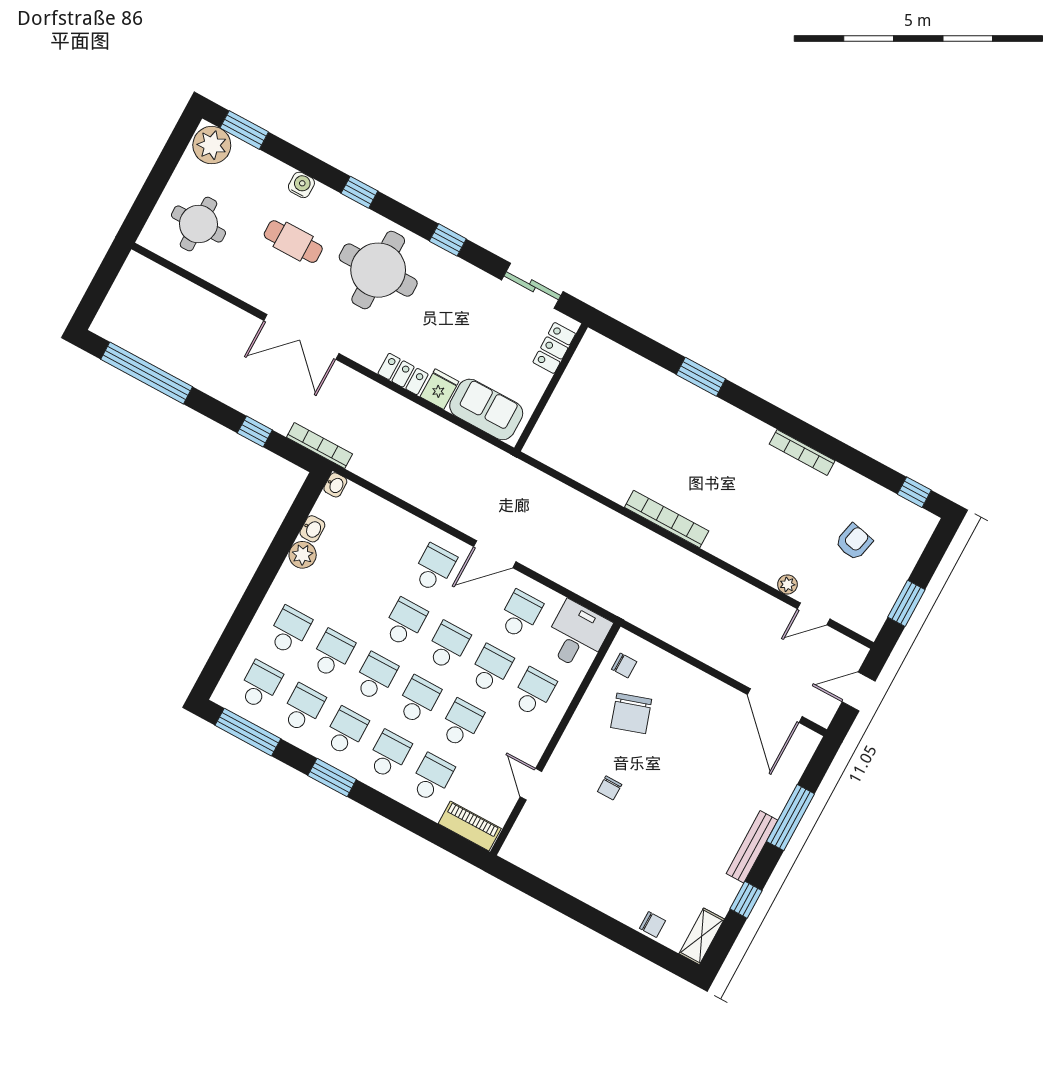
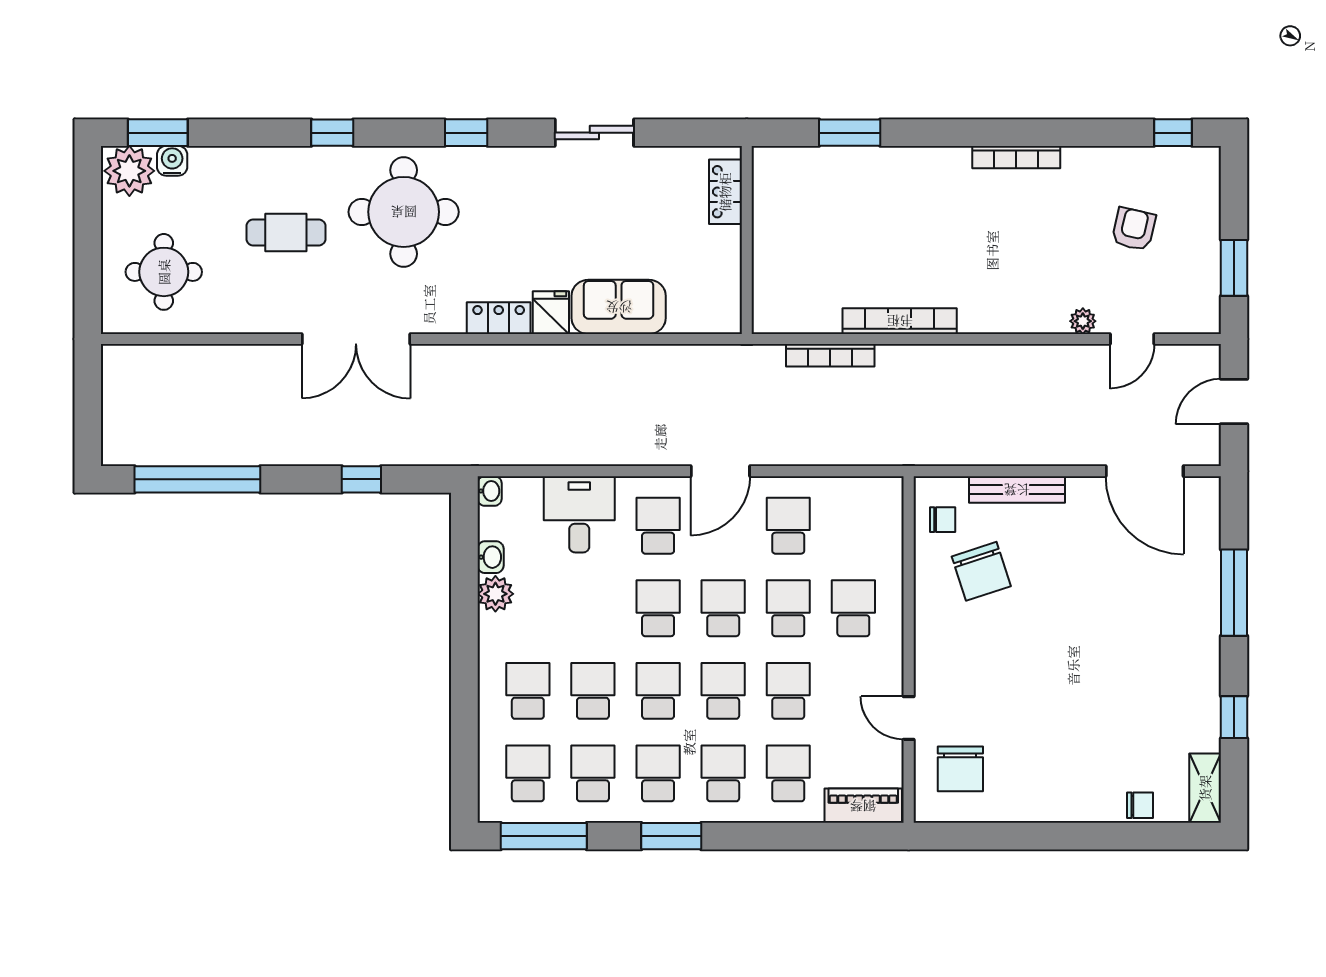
water cooler: (301, 185) -> (172, 161), moved
locker: (554, 348) -> (725, 192), moved
wall: (551, 387) -> (747, 240), moved
bookcase: (319, 446) -> (830, 355), moved, turned 180
desk: (577, 635) -> (579, 514), moved
chair: (610, 788) -> (960, 769), moved, width x1.87, depth x1.87
bench: (752, 847) -> (1017, 490), moved, turned 90

